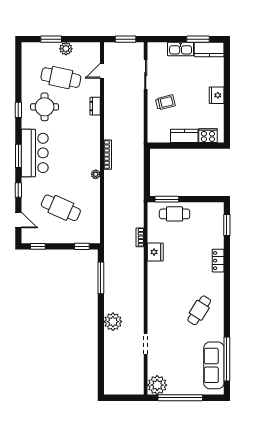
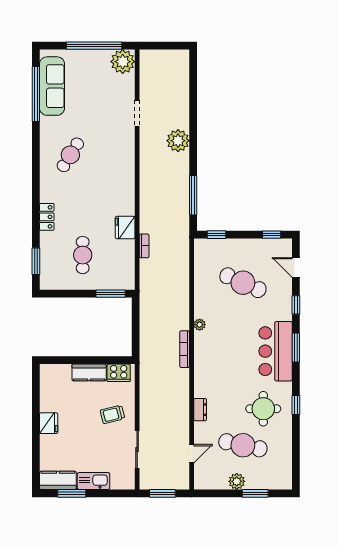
cooker: (208, 136) -> (119, 373), moved
cafe table: (175, 214) -> (83, 255), moved, turned 90

